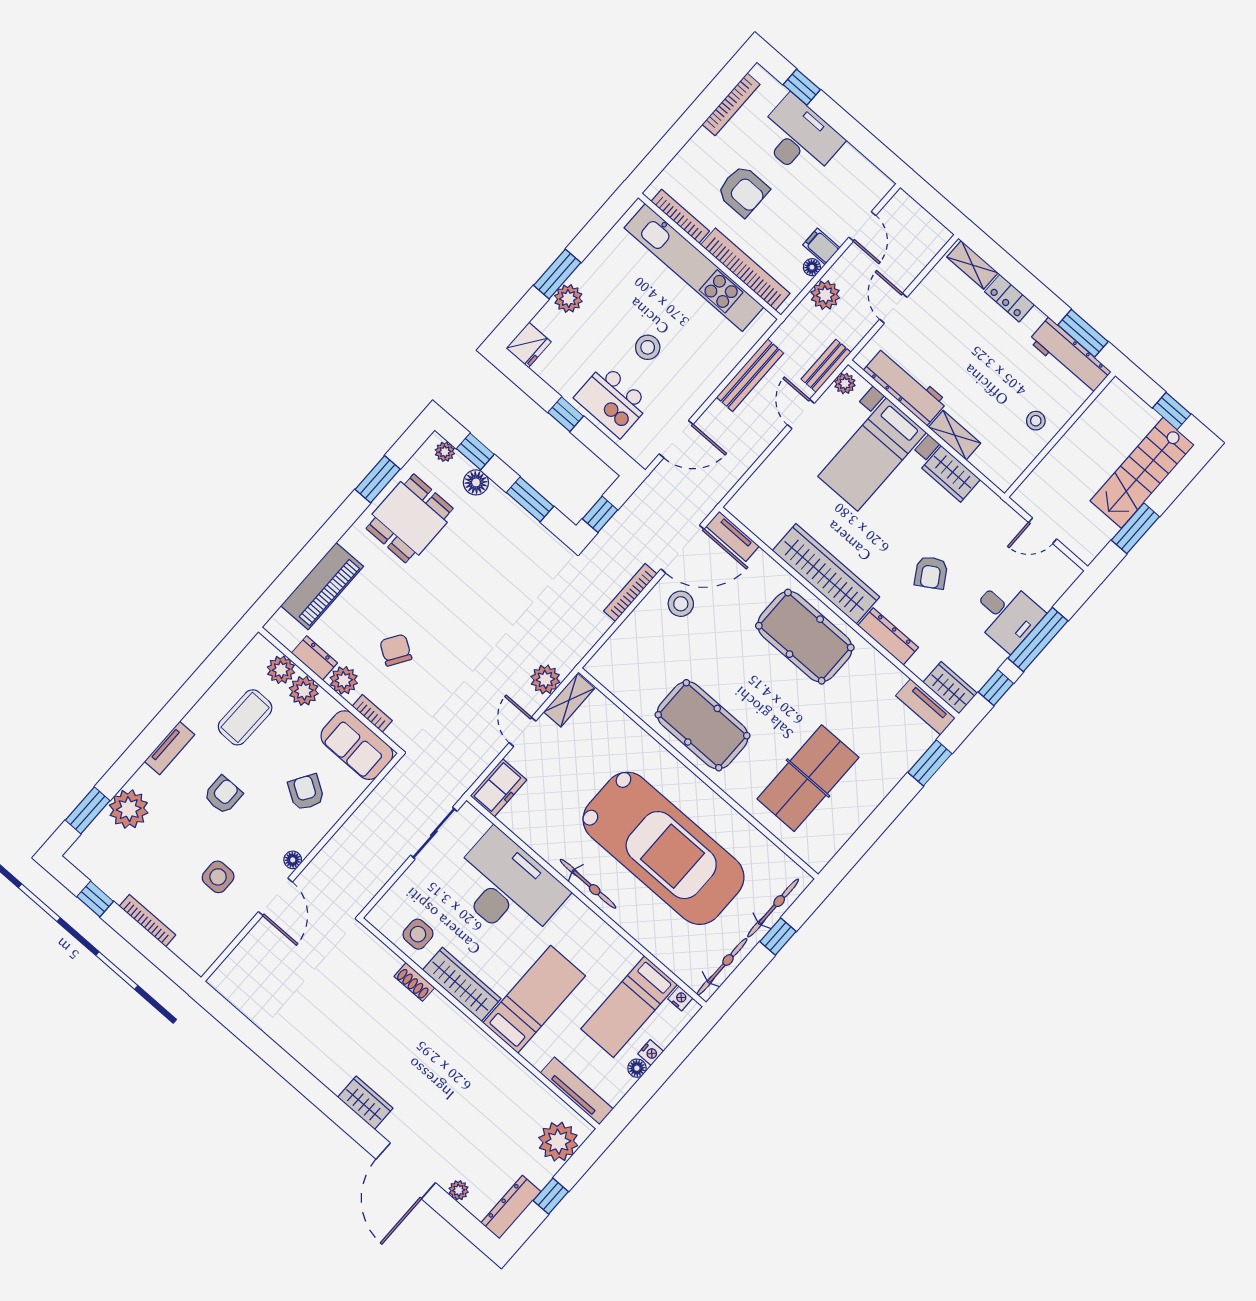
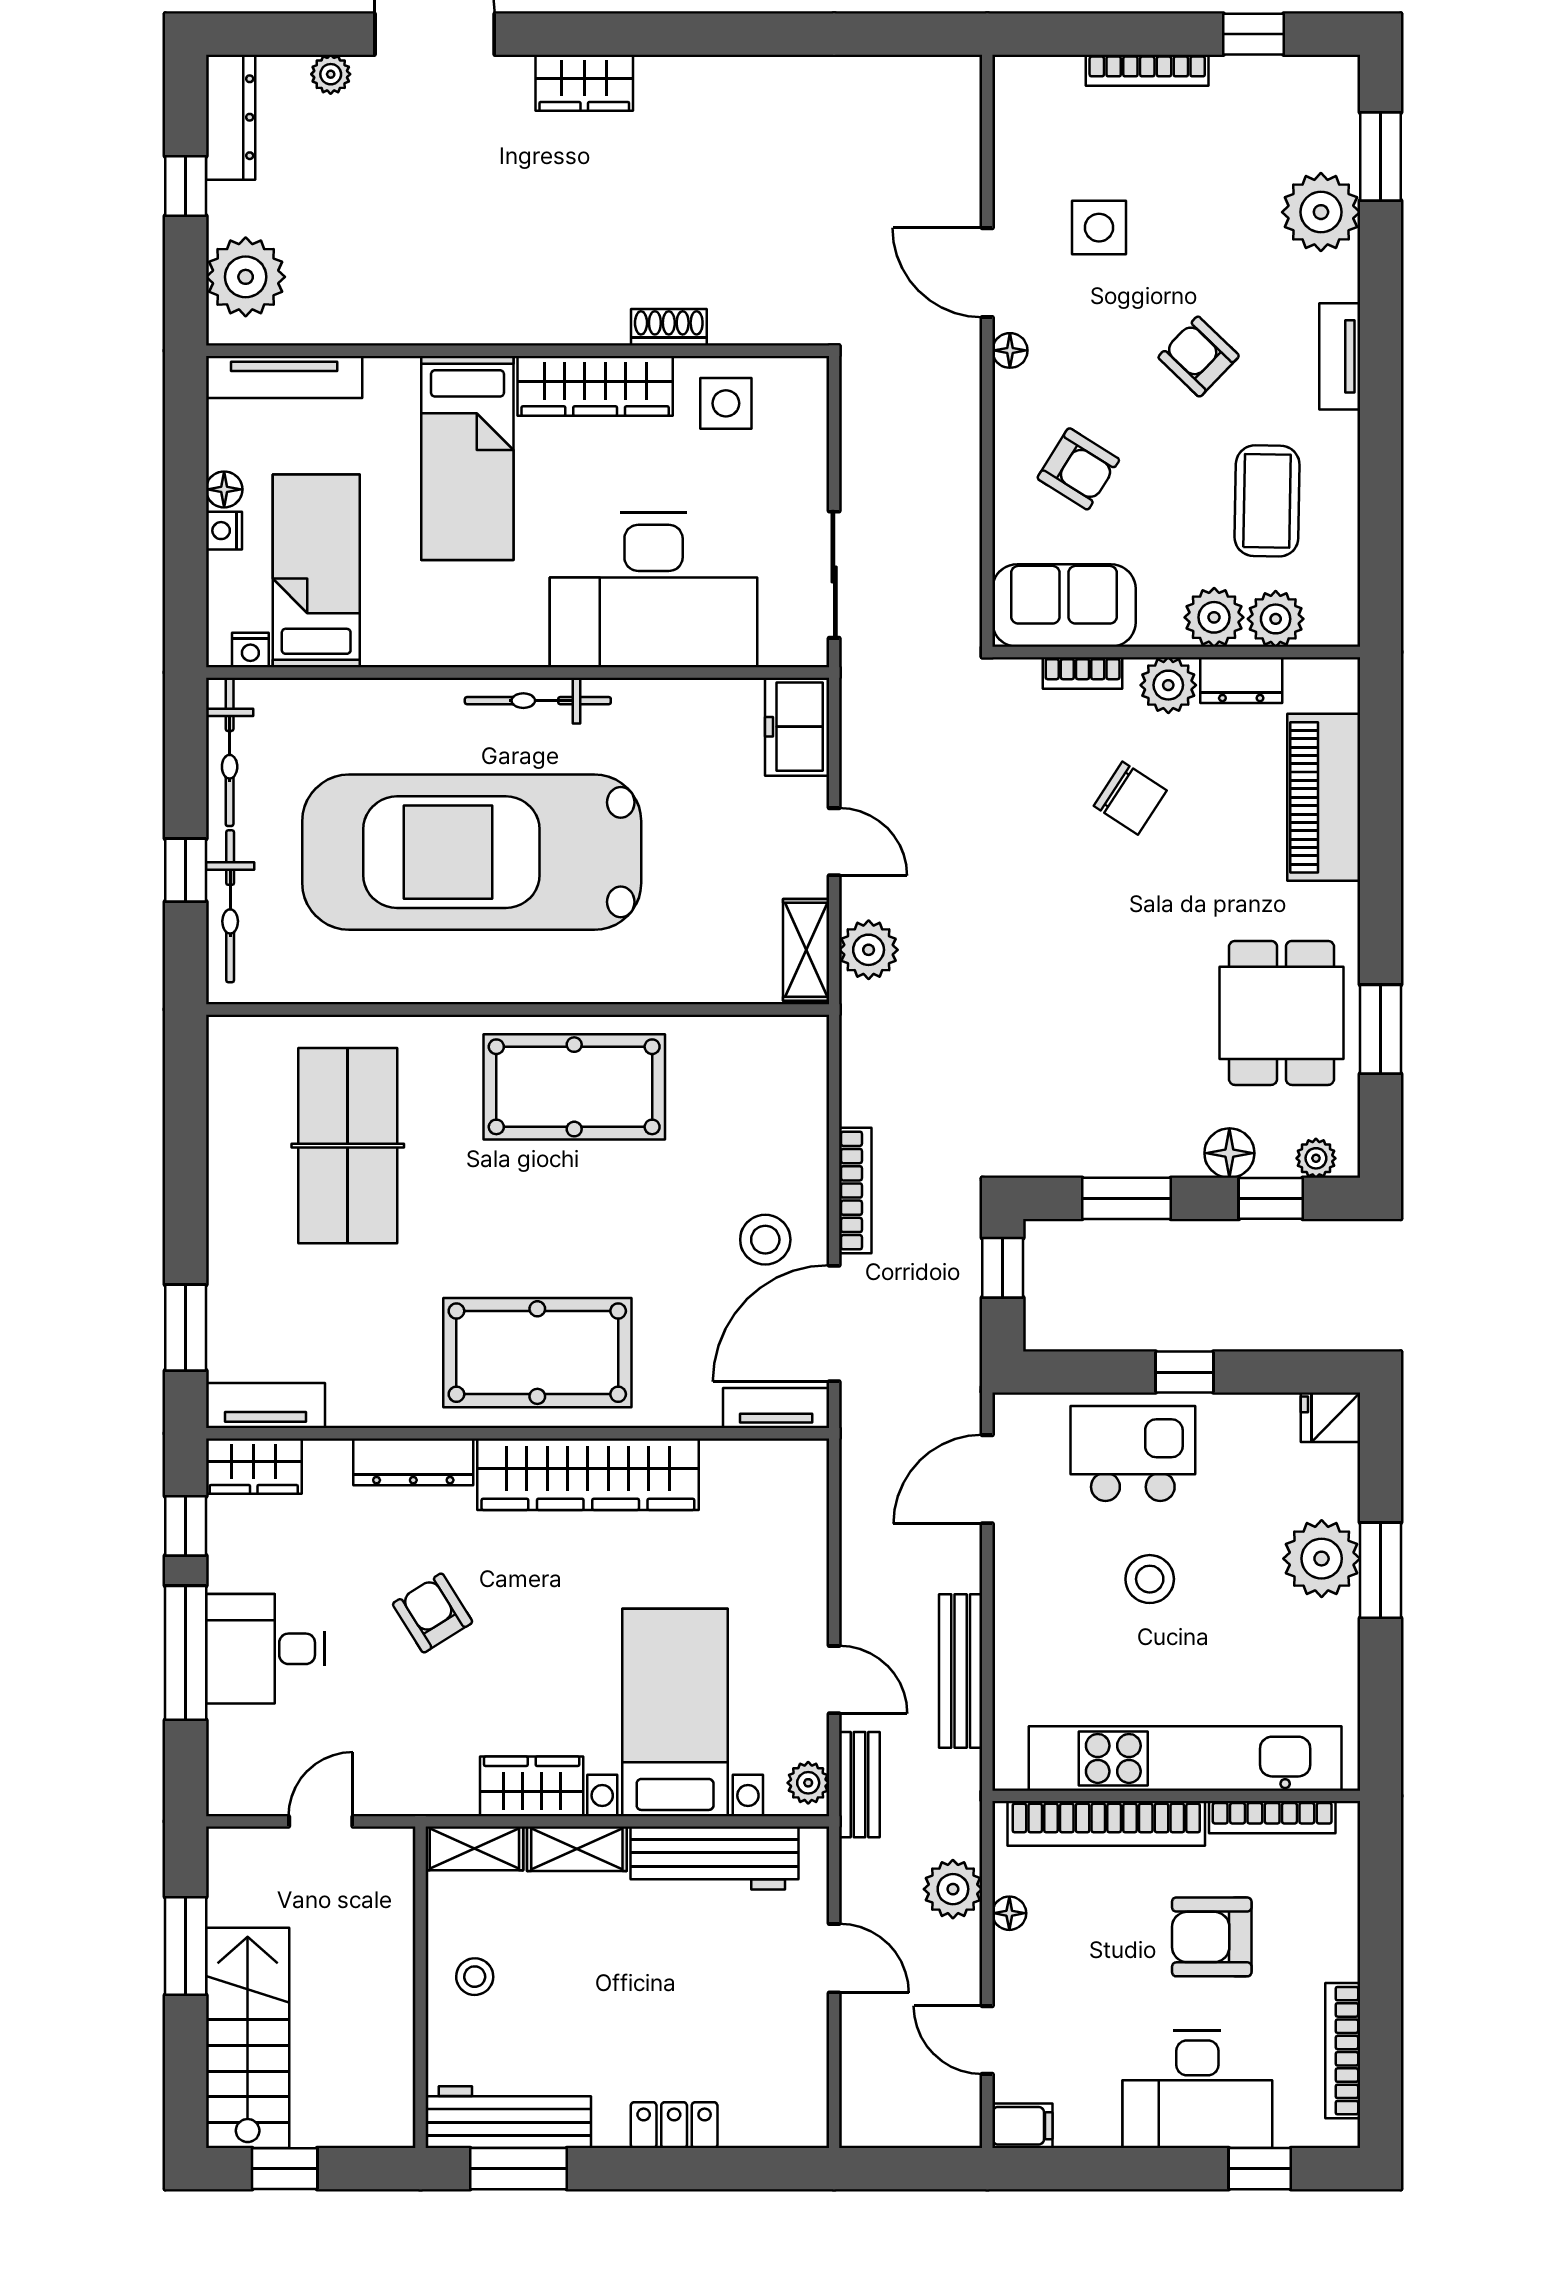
filing cabinet: (821, 246) -> (1022, 2126), moved
shelving: (972, 265) -> (474, 1848), moved
plant: (568, 298) -> (1322, 1559), width x1.36, depth x1.36
fridge: (529, 345) -> (1330, 1417), width x0.72
armchair: (223, 795) -> (1199, 357), turned 134

